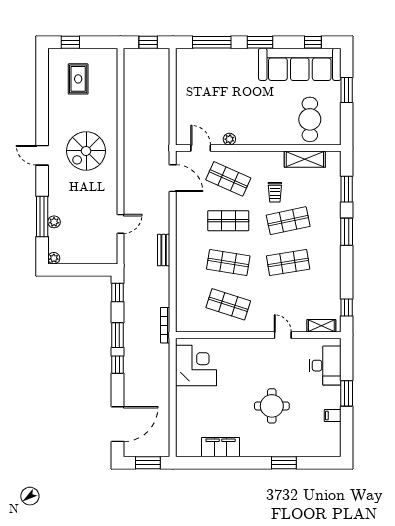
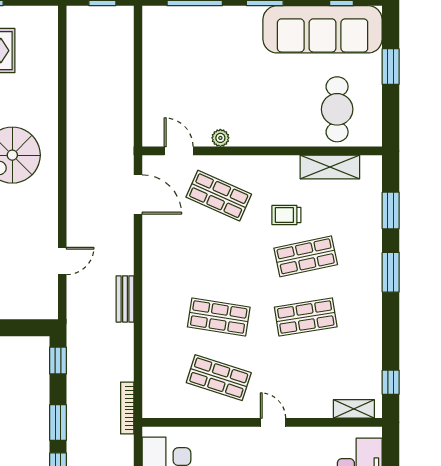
trolley: (275, 192) -> (286, 215), turned 90
shop shelf: (228, 221) -> (219, 256), removed
door: (283, 335) -> (273, 422), moved

